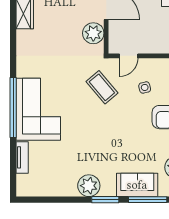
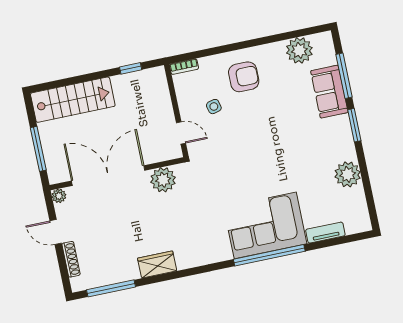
coffee table: (102, 87) -> (224, 156), removed
plant: (89, 186) -> (348, 174), moved

